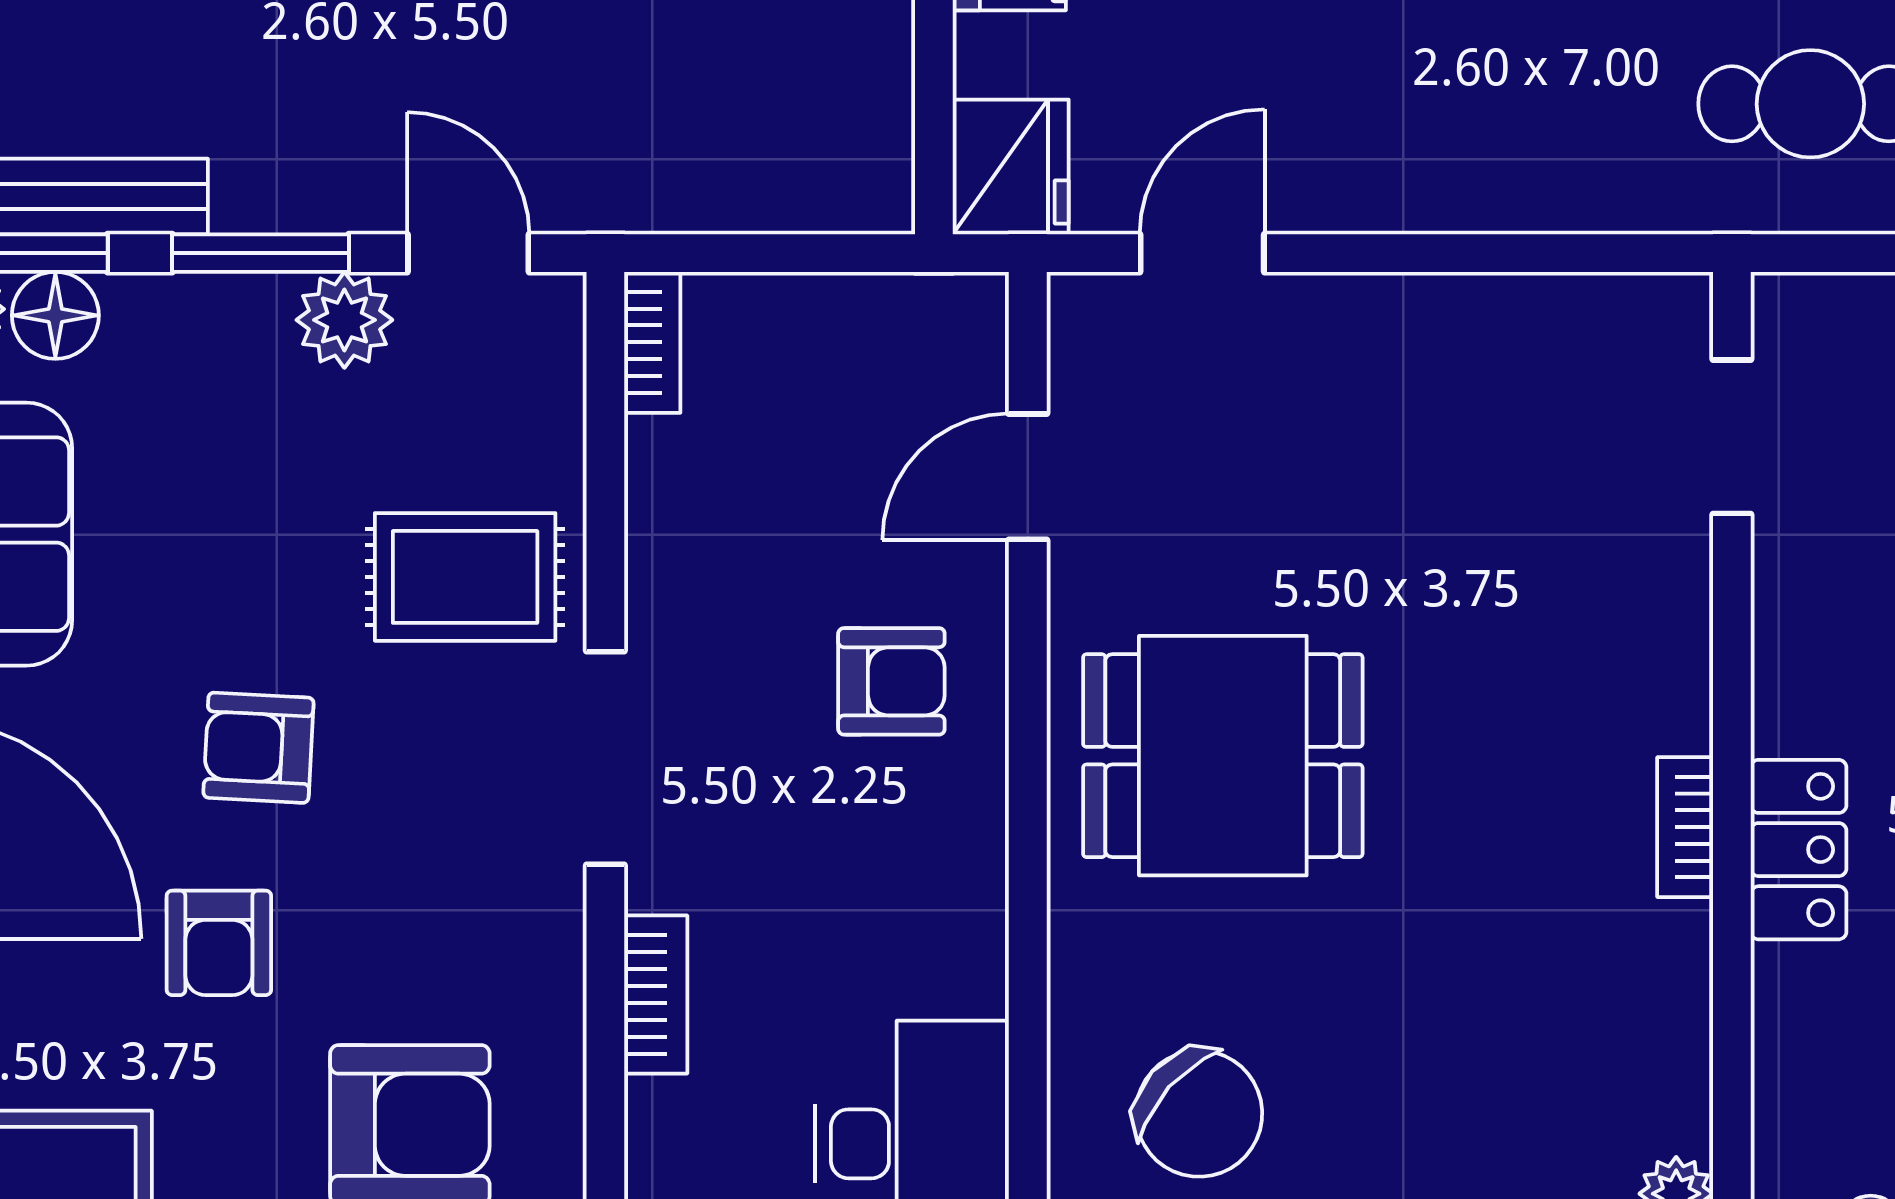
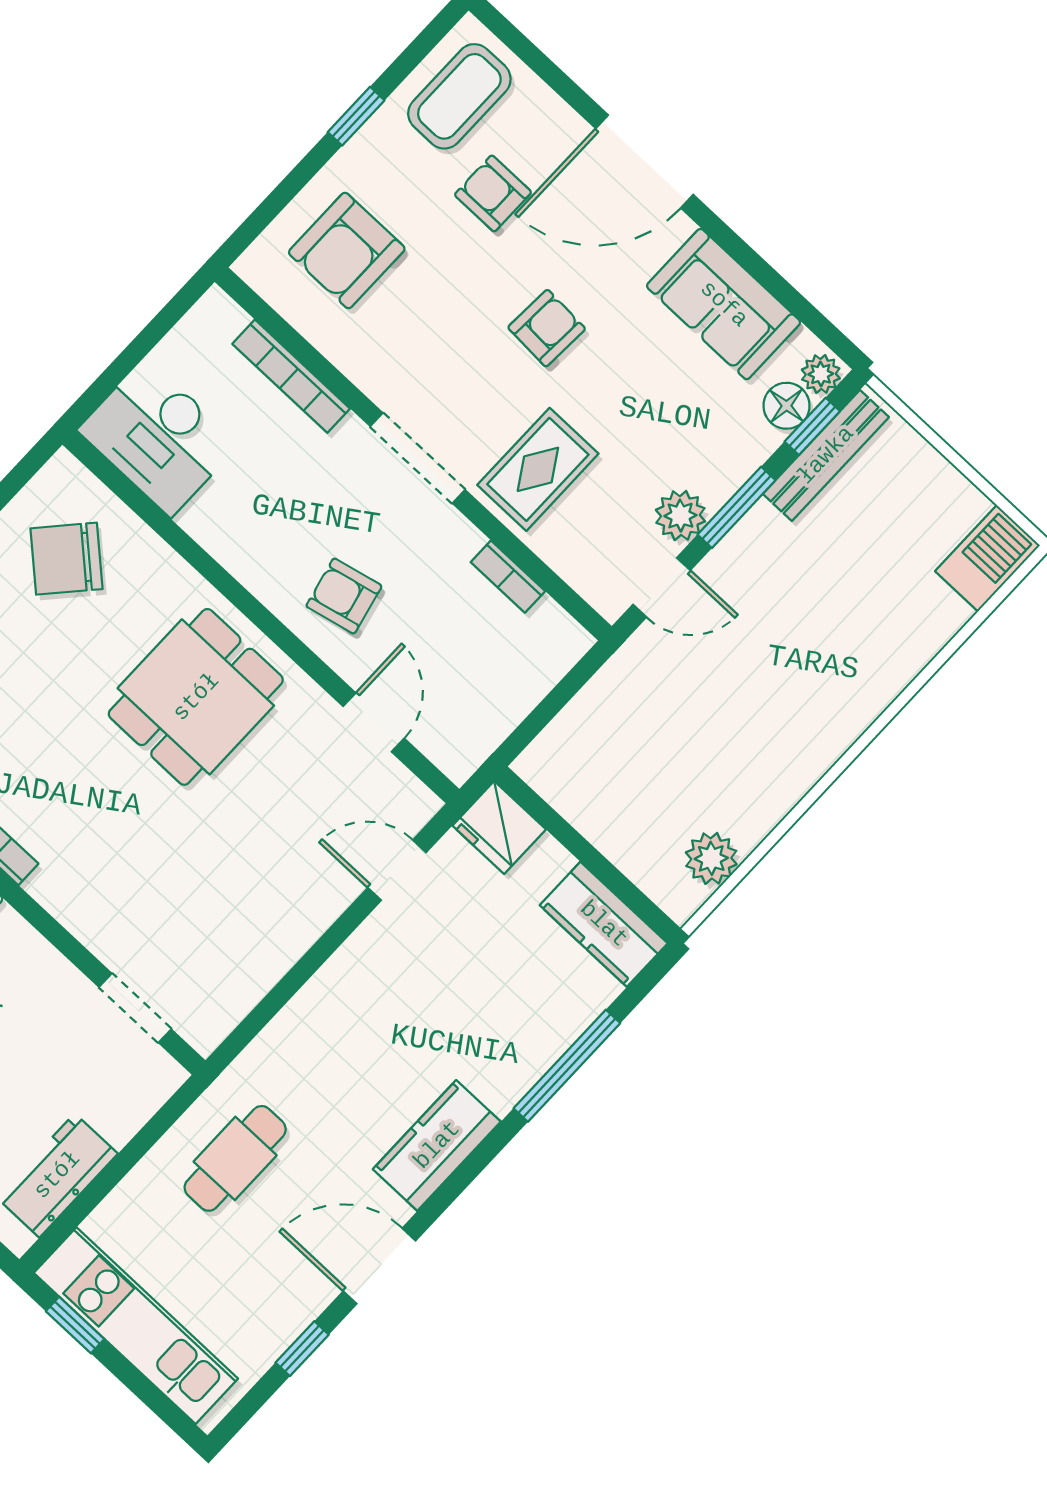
door: (1202, 253) -> (397, 870), swing flipped
bookcase: (652, 342) -> (508, 577), moved
armchair: (891, 681) -> (344, 596), turned 77
armchair: (219, 943) -> (493, 193), moved
bookcase: (656, 995) -> (291, 376), width x1.56

